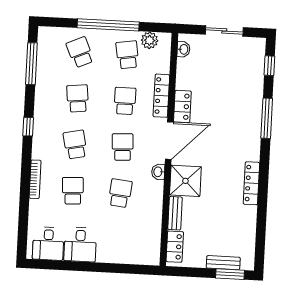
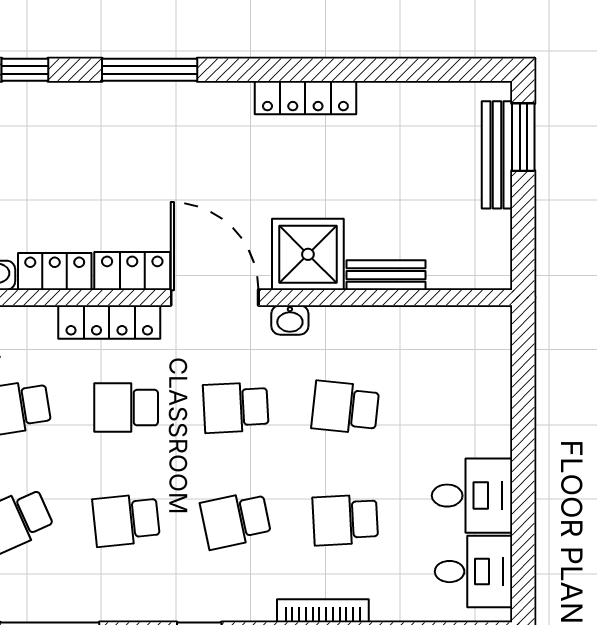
locker: (175, 247) -> (55, 272), moved
bench: (223, 263) -> (497, 155), width x1.36

